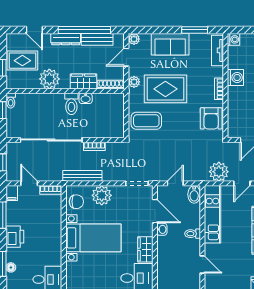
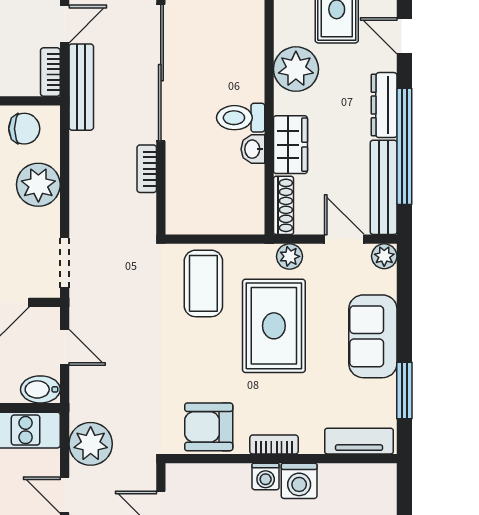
door: (34, 30) -> (404, 36), hinge flipped
bench: (97, 39) -> (384, 187), width x1.36
washing machine: (234, 39) -> (266, 477), moved
bench: (82, 176) -> (81, 87), moved
chair: (76, 202) -> (24, 129), turned -90

